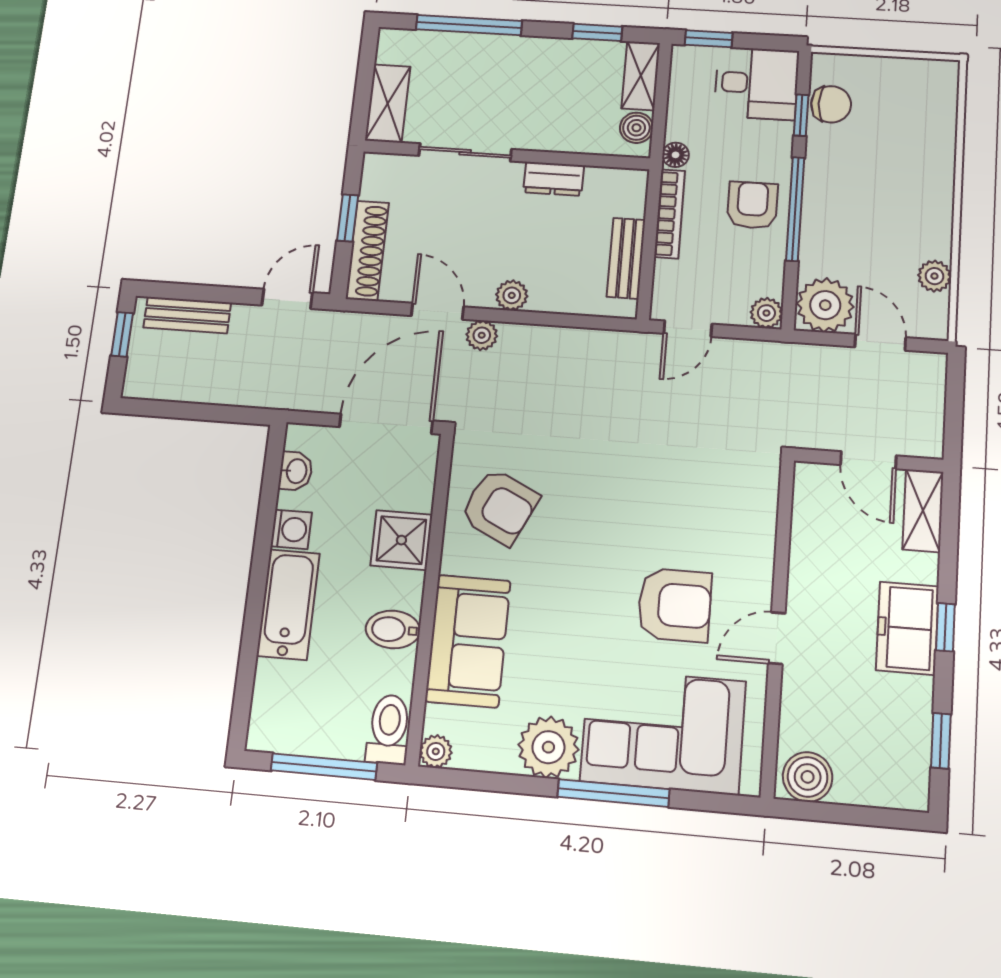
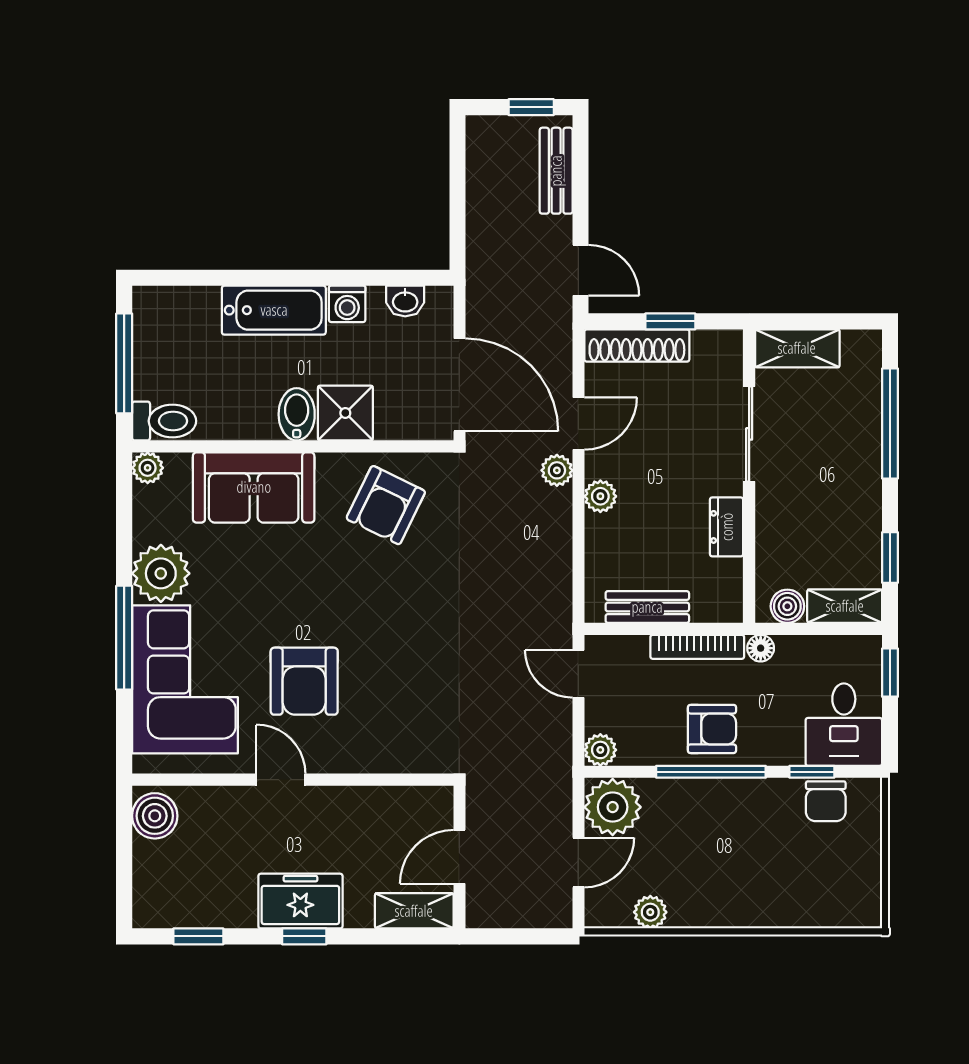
bidet: (393, 629) -> (297, 414), moved

